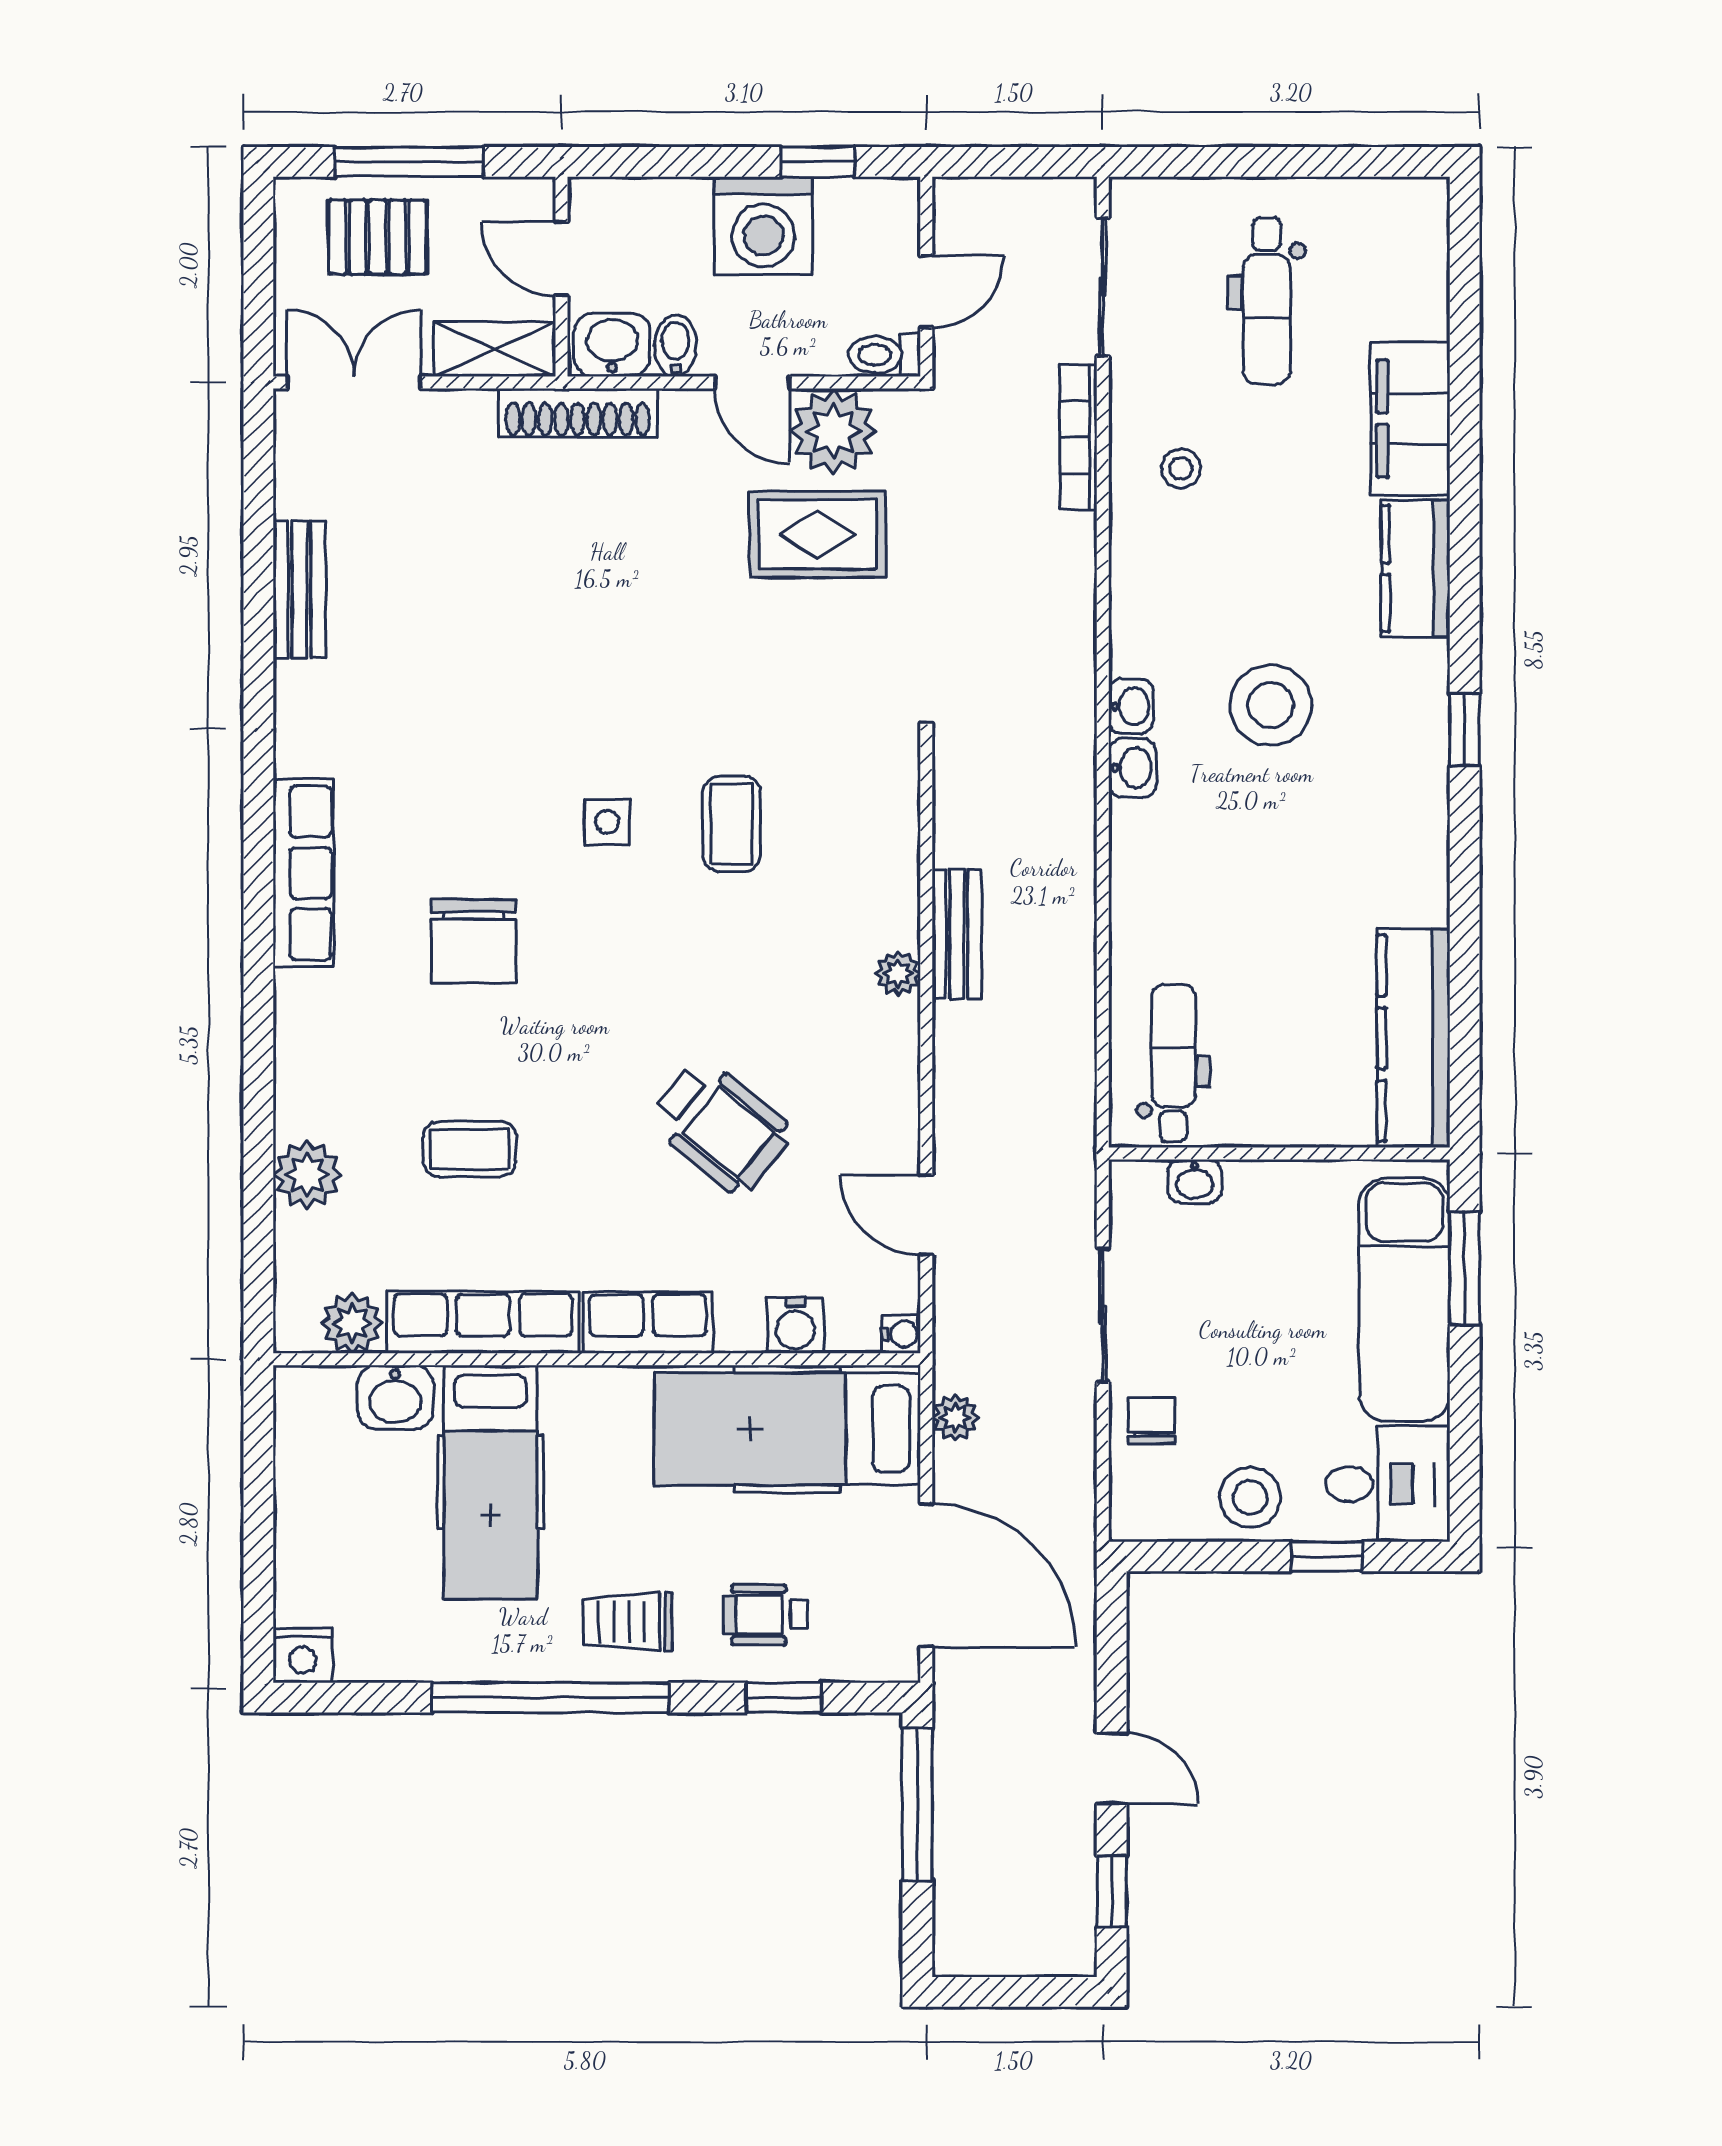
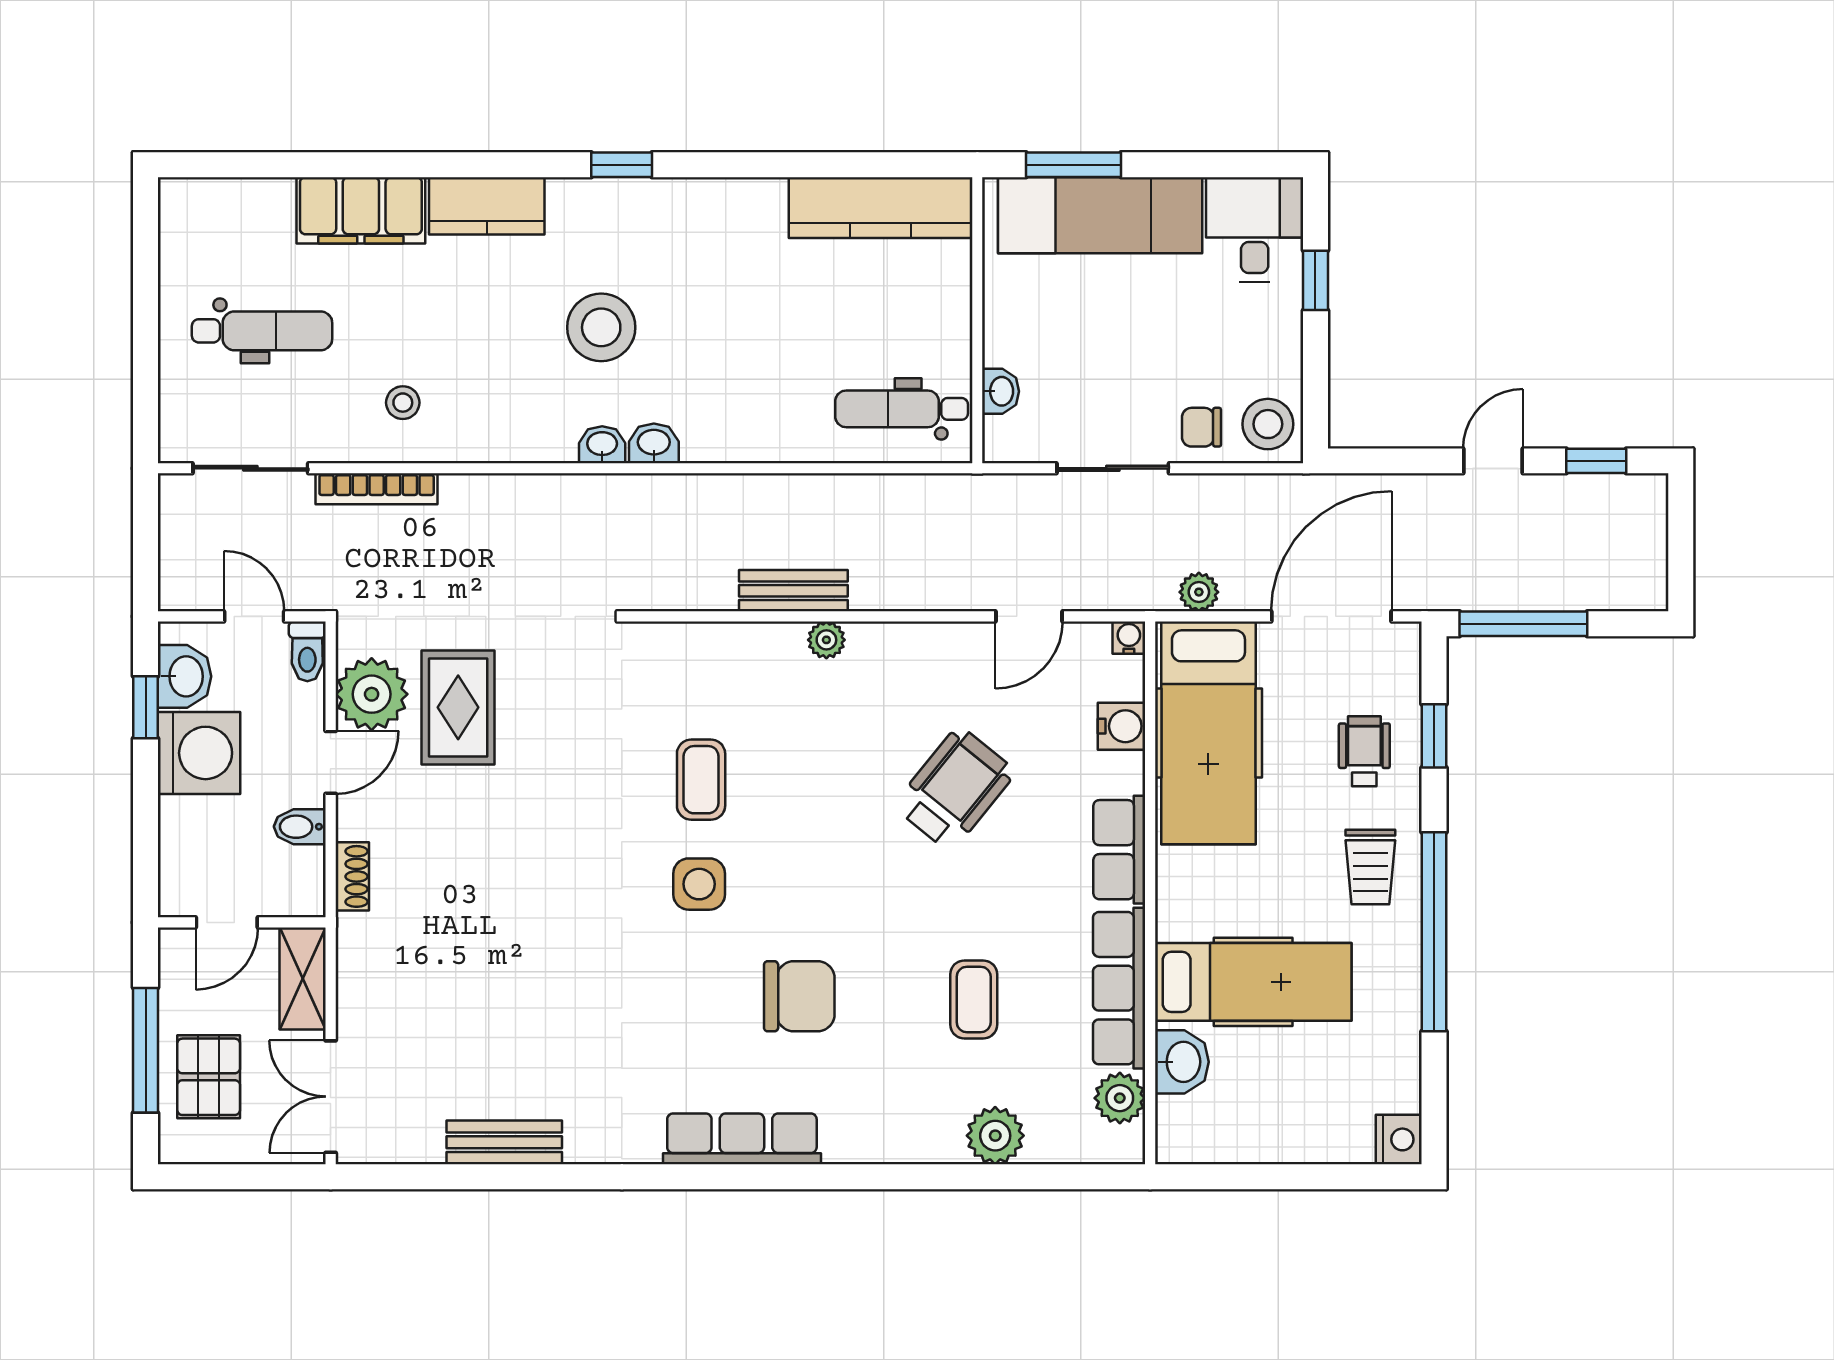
washbasin: (612, 345) -> (185, 676), moved, turned 180
shoe rack: (578, 413) -> (352, 876), width x0.51, depth x0.81
side table: (607, 822) -> (699, 884), width x1.37, depth x1.37
coffee table: (732, 824) -> (701, 780), turned 90
stool: (1250, 1497) -> (1268, 424), moved
wheelchair: (765, 1615) -> (1364, 751), turned 180

